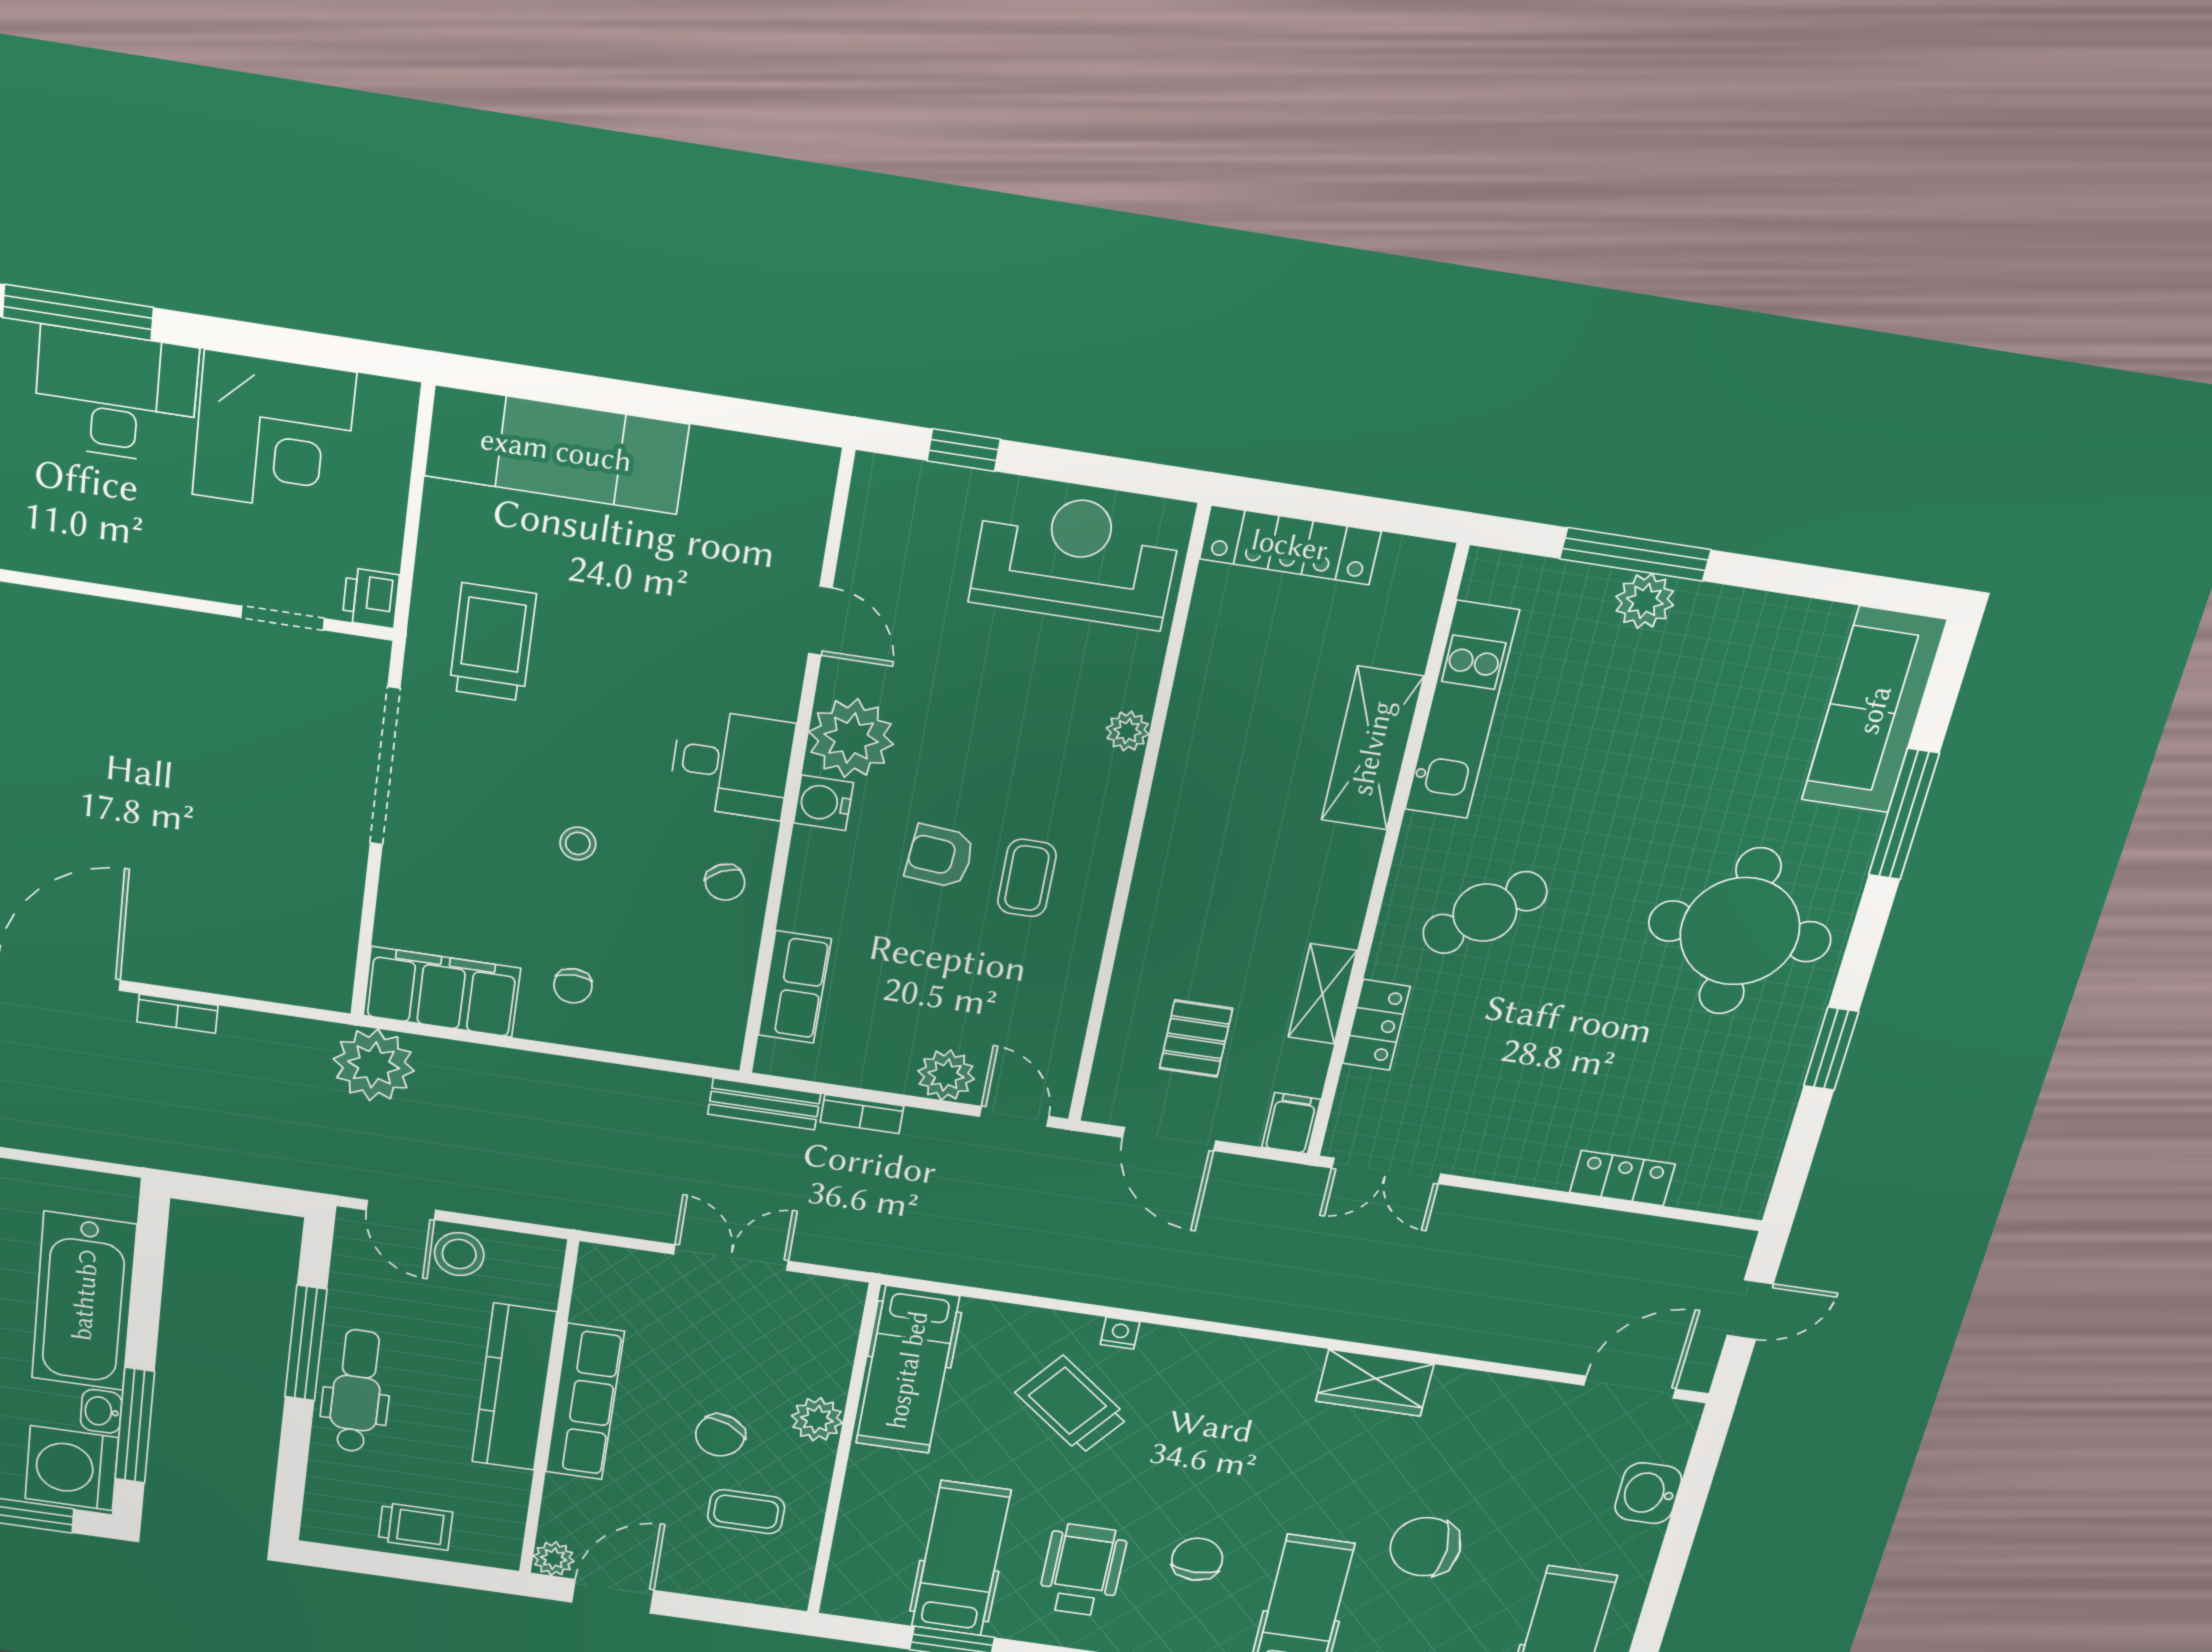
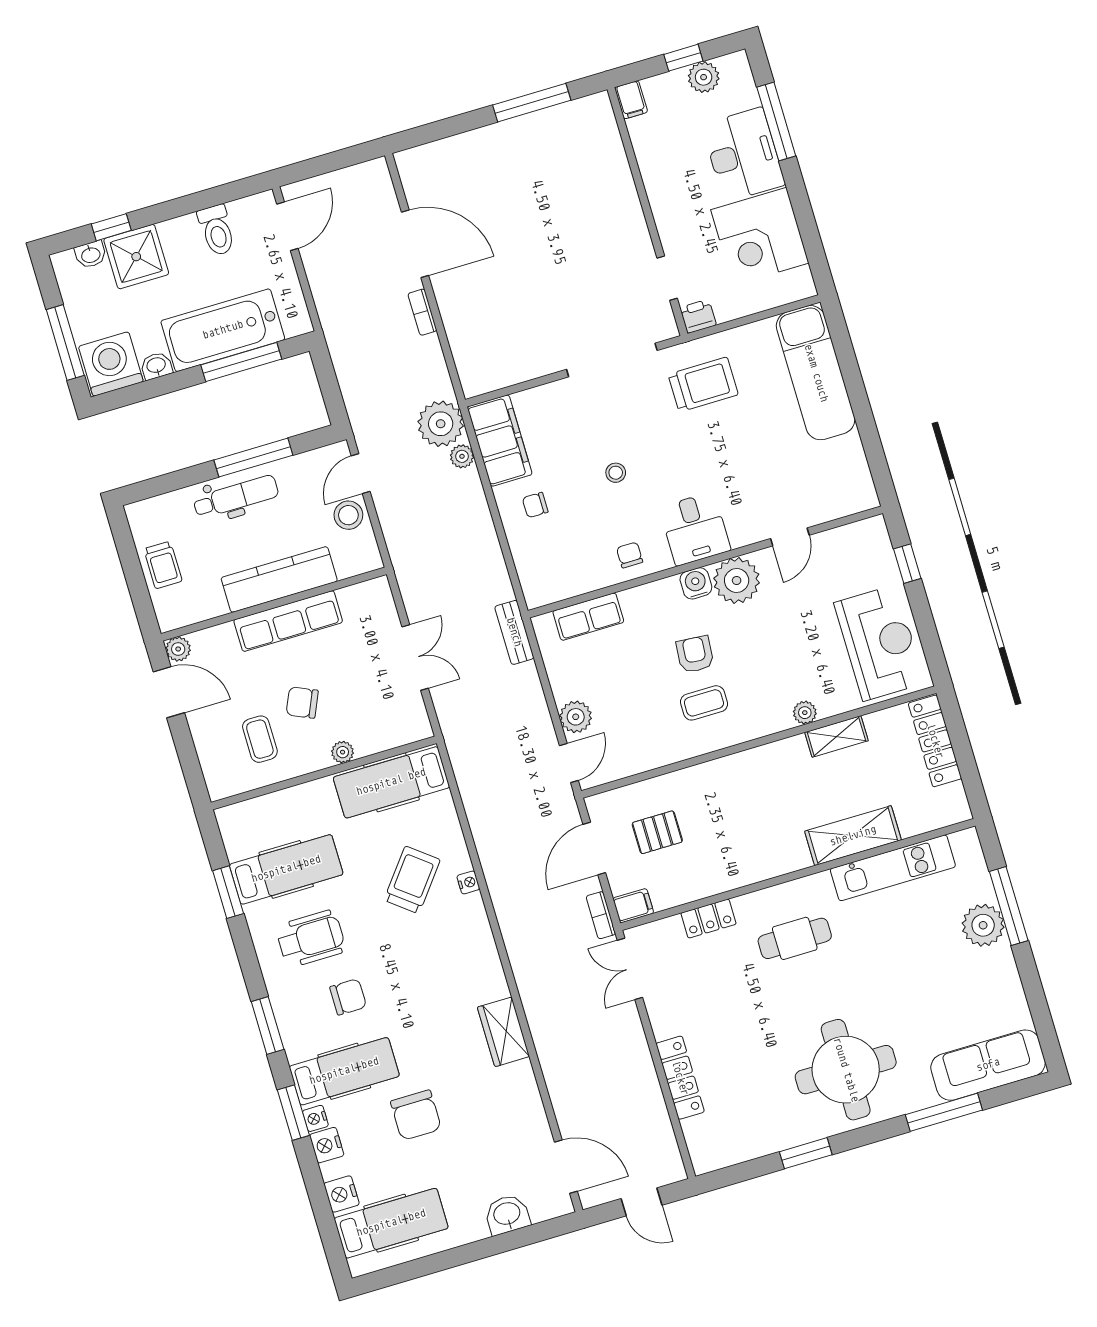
plant: (1645, 601) -> (983, 925), width x1.36, depth x1.36
chair: (725, 882) -> (630, 555), turned 117
cafe table: (1485, 913) -> (795, 938), turned -50
shelving: (1322, 994) -> (836, 736), moved
plant: (442, 1057) -> (462, 456), added
bookcase: (862, 1114) -> (601, 915), moved
locker: (1622, 1178) -> (680, 1078), width x1.53
plant: (817, 1419) -> (343, 752), width x0.73, depth x0.73
window: (135, 1425) -> (241, 362), moved
chair: (1425, 1547) -> (416, 1115), turned 180

